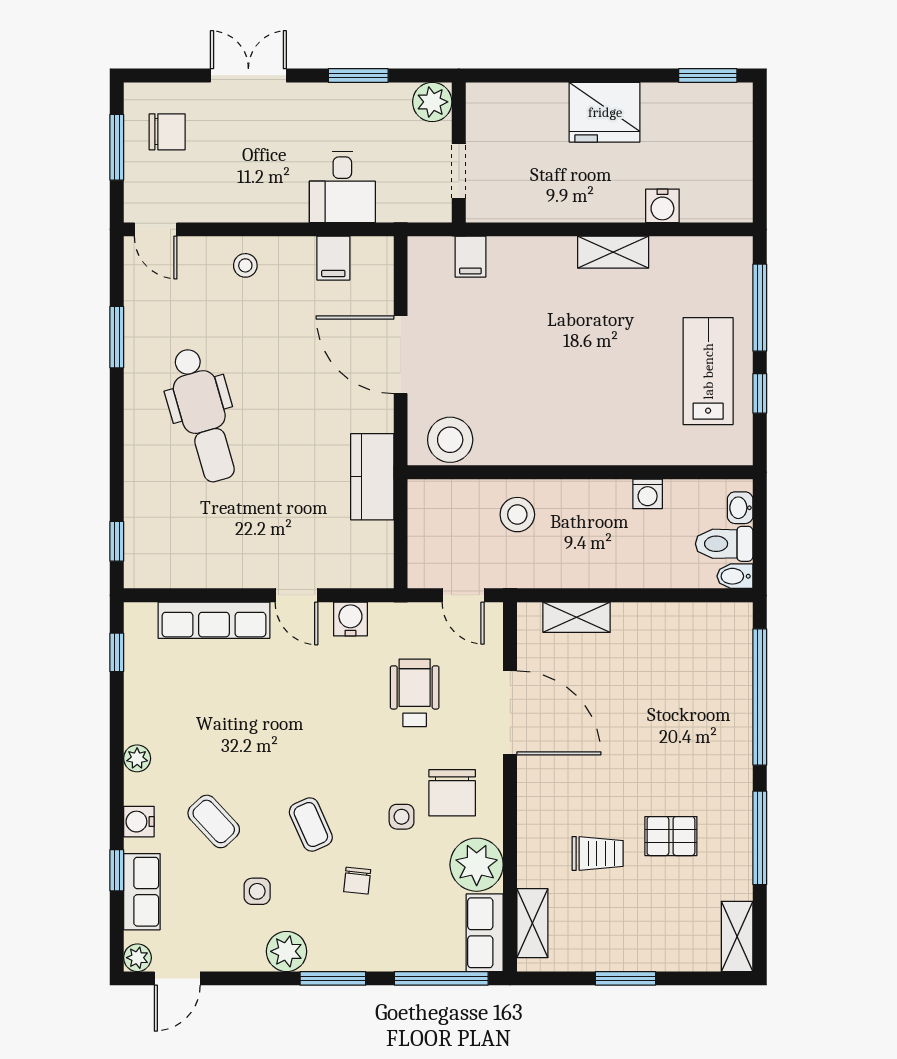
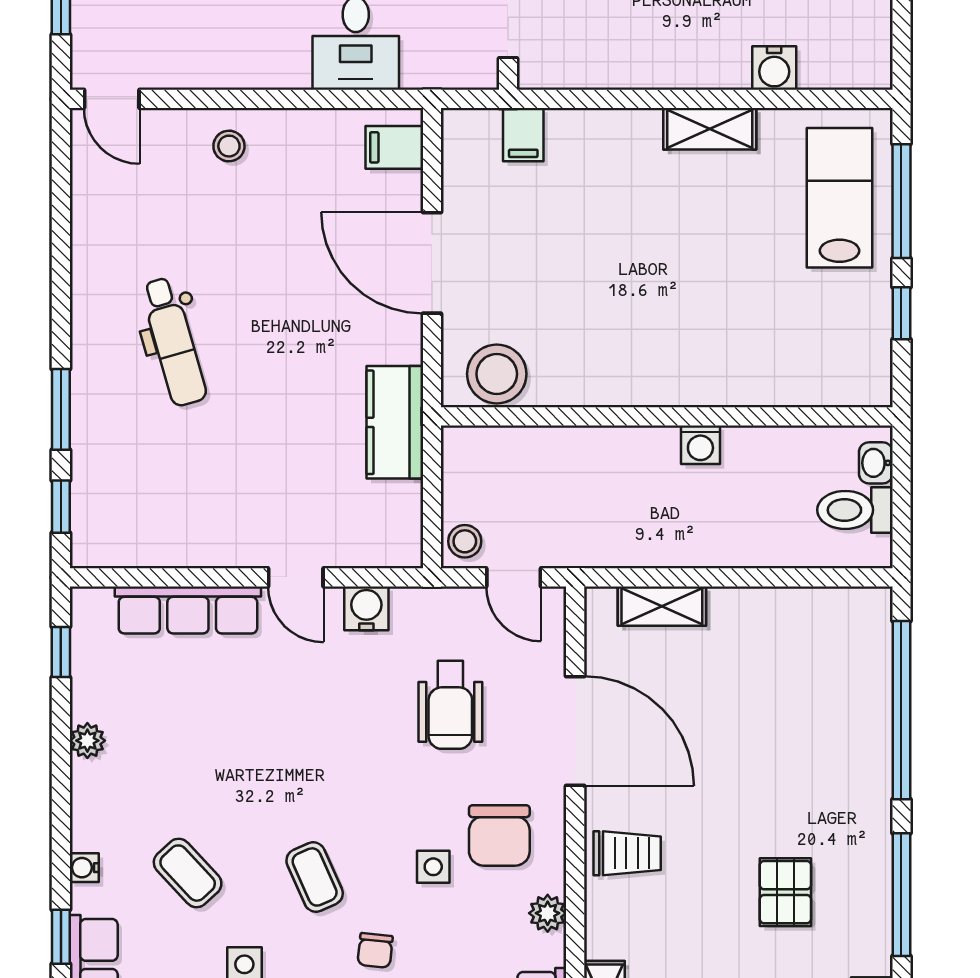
filing cabinet: (333, 258) -> (394, 147), moved, turned 90
window: (117, 337) -> (61, 409), moved
lab bench: (708, 371) -> (840, 198), moved
dental chair: (203, 415) -> (174, 342), width x0.73, depth x0.72
washing machine: (648, 494) -> (700, 445), moved
stool: (517, 515) -> (465, 541), moved, width x0.73, depth x0.73
bidet: (735, 576) -> (869, 552), removed
wheelchair: (415, 693) -> (450, 705), turned 180
plant: (137, 758) -> (87, 741), moved
water cooler: (139, 822) -> (84, 868), width x0.72, depth x0.72
pallet: (671, 836) -> (785, 892), turned 90
trolley: (598, 853) -> (627, 853), moved
plant: (477, 865) -> (548, 913), width x0.53, depth x0.53

